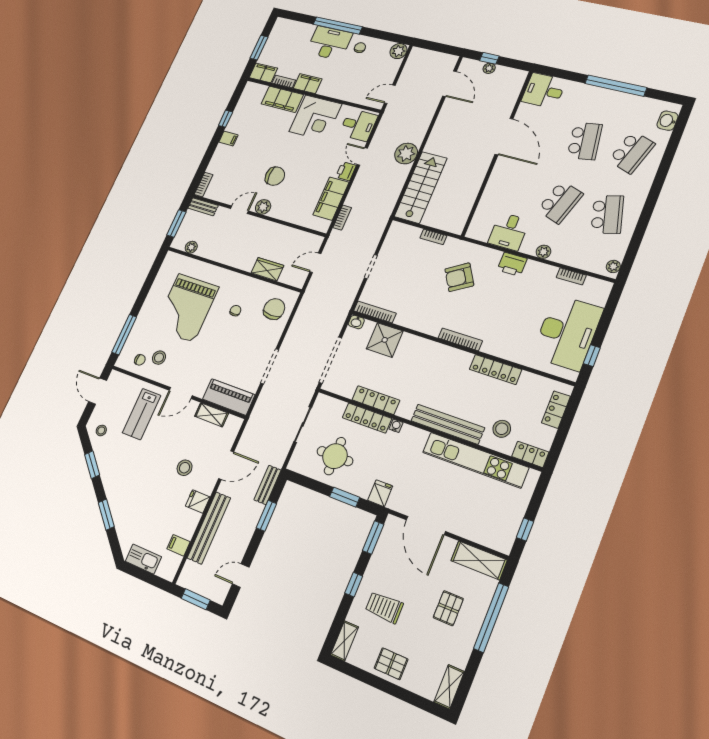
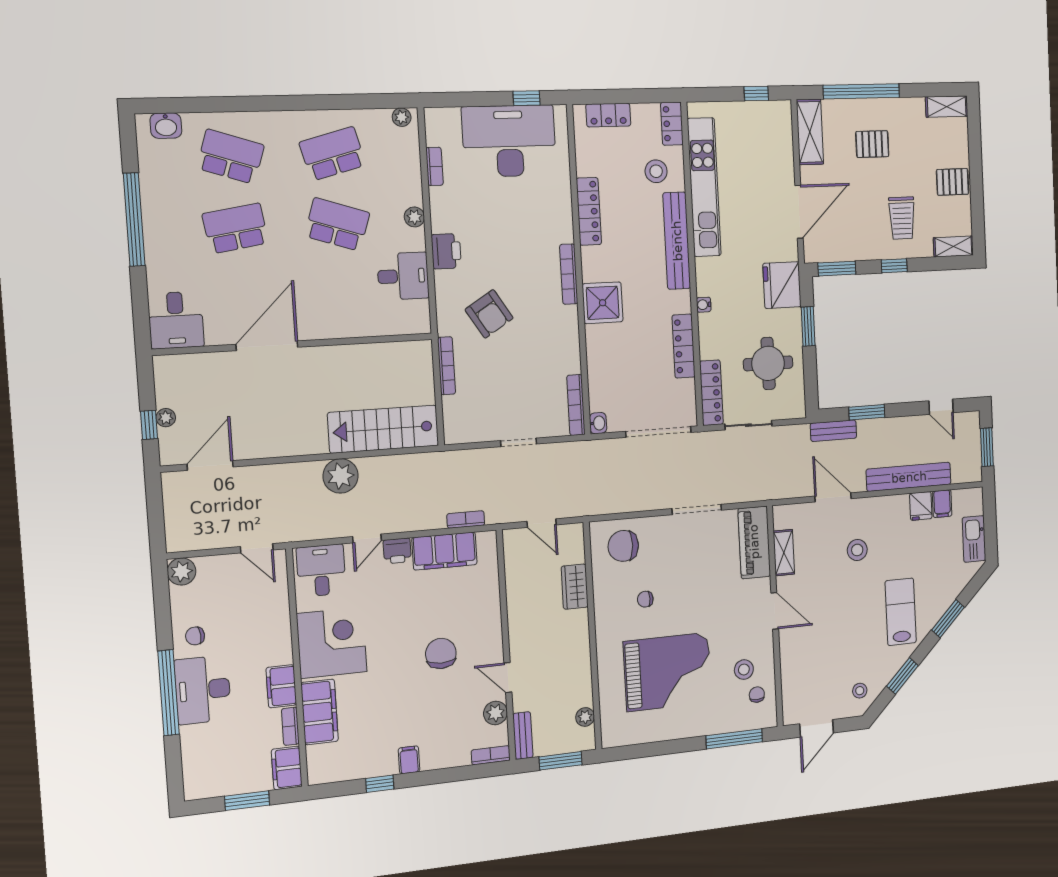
plant: (263, 207) -> (495, 713), moved
bookcase: (433, 237) -> (446, 366), width x1.56
shower: (385, 340) -> (603, 303), moved
lab bench: (142, 414) -> (901, 612), moved, turned -90
locker: (367, 418) -> (711, 393), moved
fridge: (380, 493) -> (782, 285), width x1.88, depth x1.34
fridge: (198, 501) -> (921, 506), moved
pallet: (391, 664) -> (953, 182), turned 90

